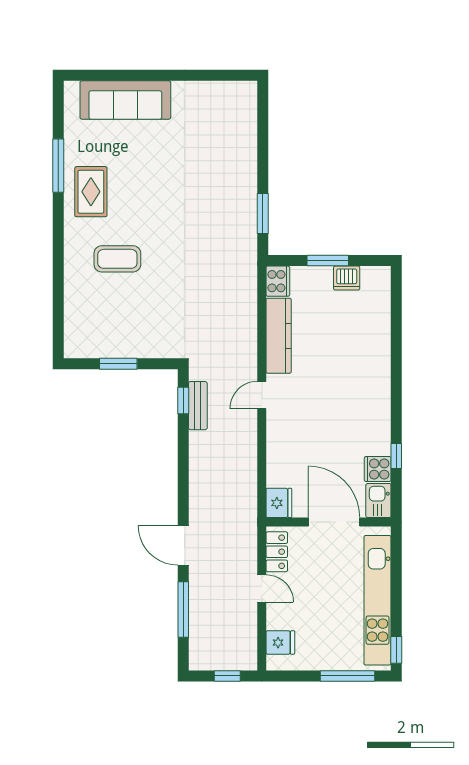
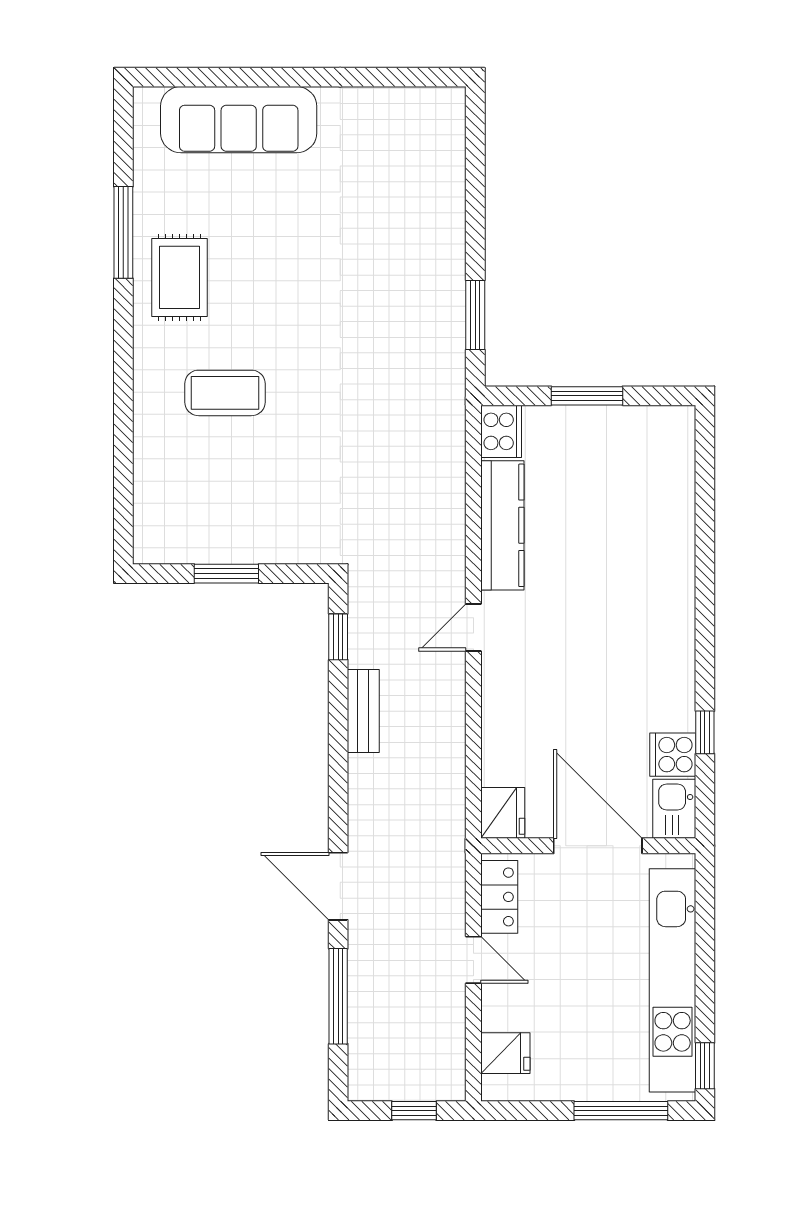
dishwasher: (347, 278) -> (620, 426), removed
bench: (198, 406) -> (363, 711), moved

